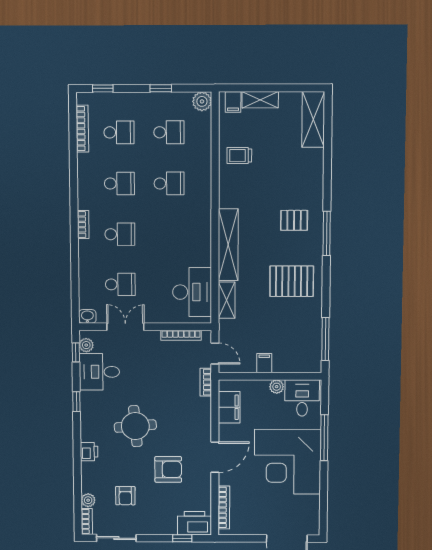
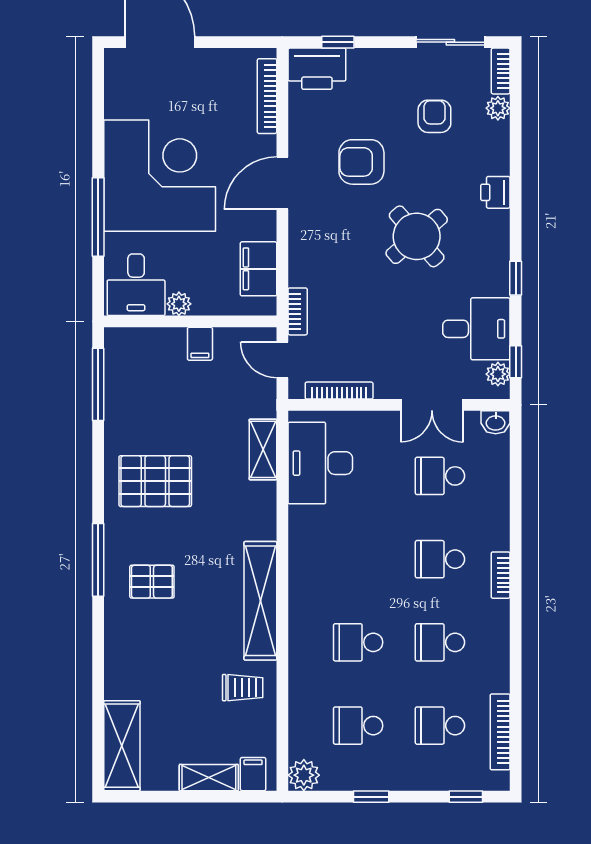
shelving: (228, 245) -> (260, 601), moved
round table: (135, 426) -> (417, 236), turned -35

